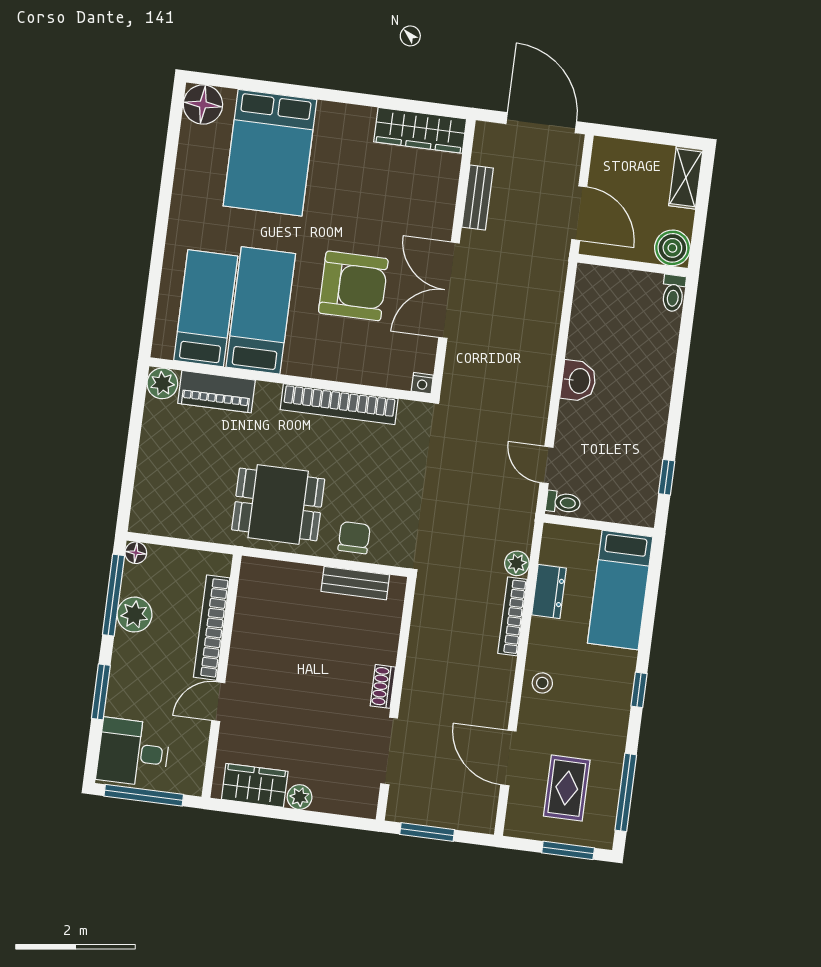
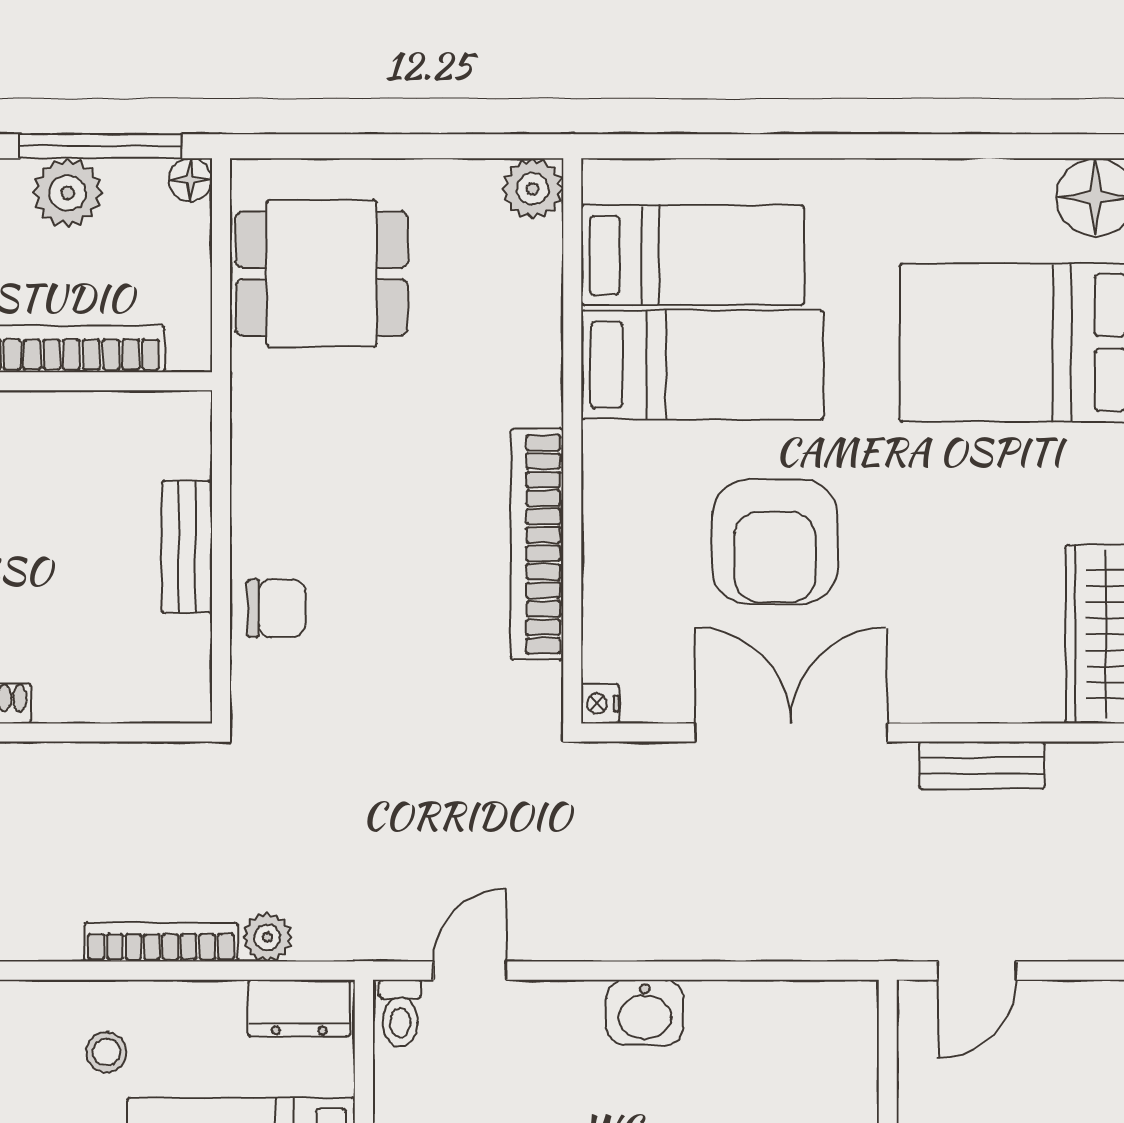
door: (579, 213) -> (977, 971), width x0.73
piano: (217, 392) -> (530, 298), removed
dining table: (278, 504) -> (322, 273), moved, turned 90
bench: (355, 583) -> (187, 547), moved
dresser: (549, 592) -> (299, 1008), moved
stool: (542, 683) -> (106, 1052), moved

